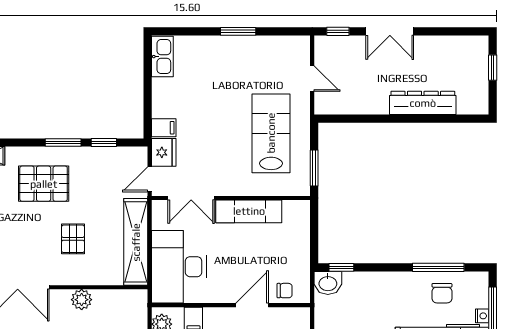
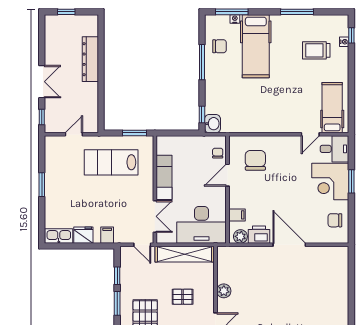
fridge: (164, 152) -> (83, 235), moved
window: (438, 267) -> (202, 62), moved
door: (252, 305) -> (228, 175), hinge flipped

